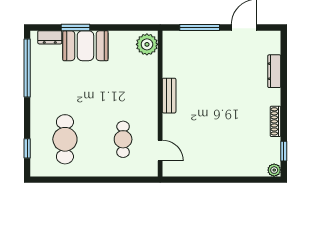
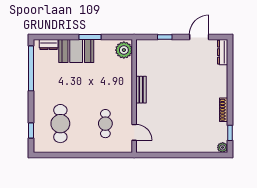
window: (76, 28) -> (90, 37), moved
window: (200, 28) -> (165, 37), width x0.46
dresser: (274, 71) -> (223, 52), moved

